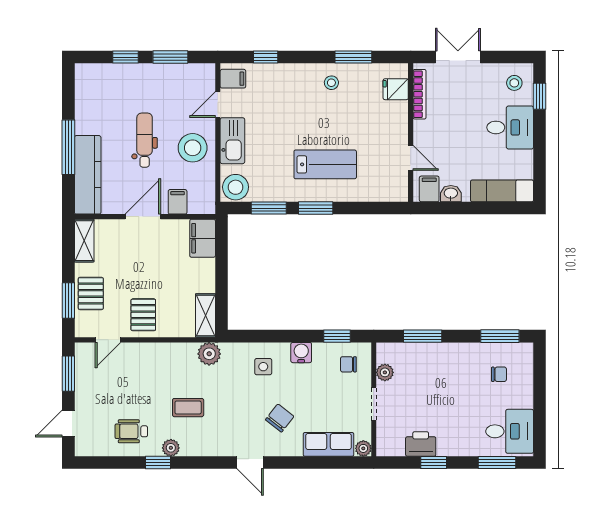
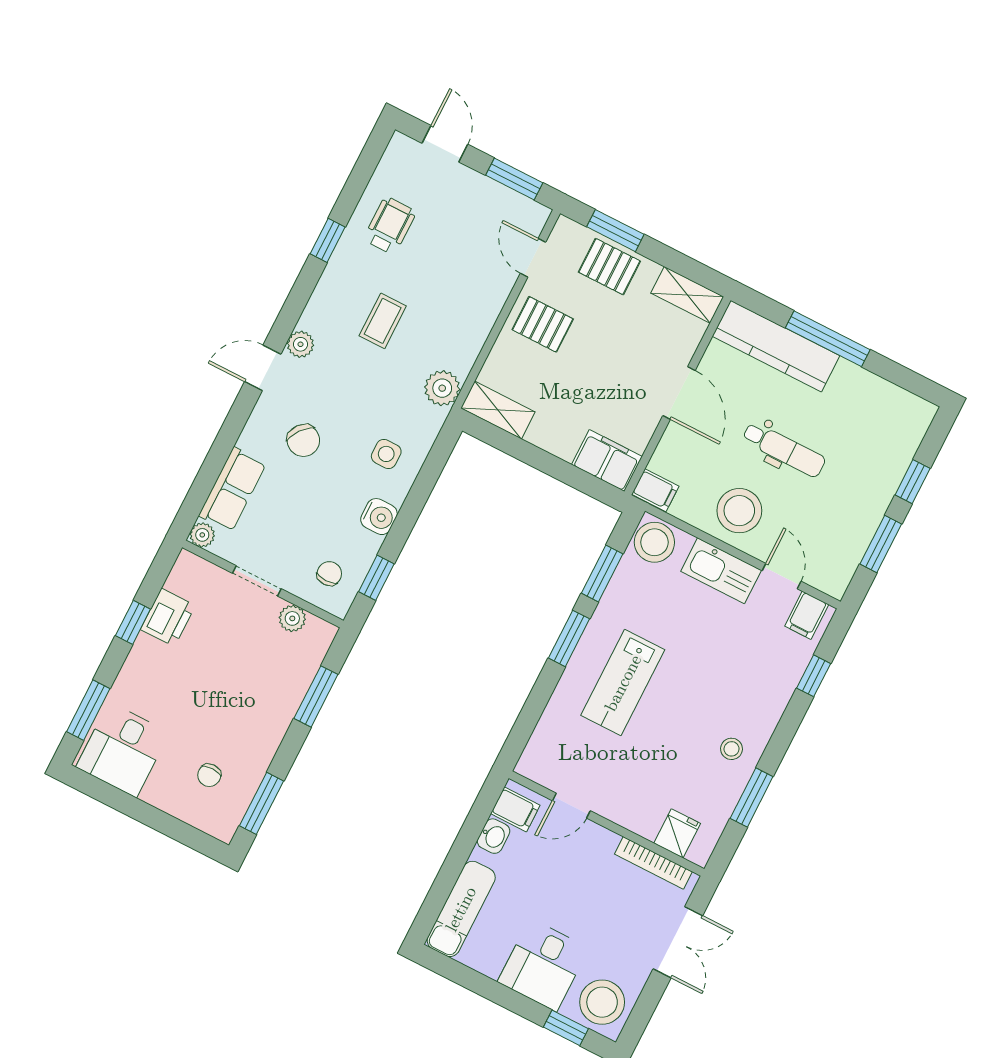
stool: (514, 83) -> (602, 1002), width x1.89, depth x1.89
filing cabinet: (178, 202) -> (655, 490), moved
plant: (171, 448) -> (300, 344), moved

